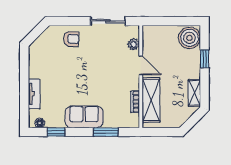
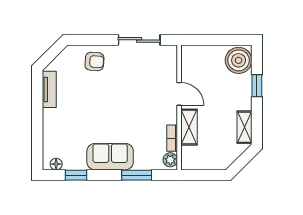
plant: (134, 44) -> (170, 160), moved
tv unit: (34, 94) -> (49, 89), moved
shelving: (151, 100) -> (189, 127), width x0.67, depth x0.75

